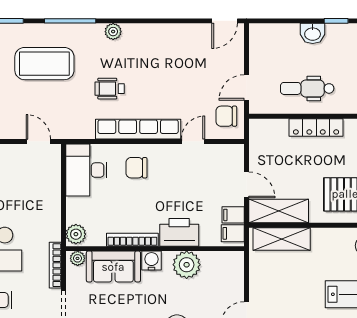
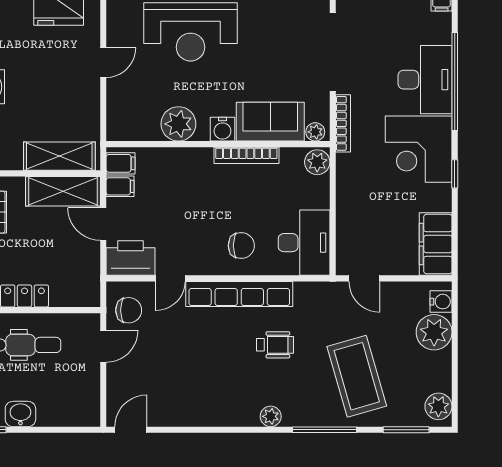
coffee table: (44, 64) -> (357, 376), turned 74
printer: (179, 232) -> (131, 258), moved, turned 180

